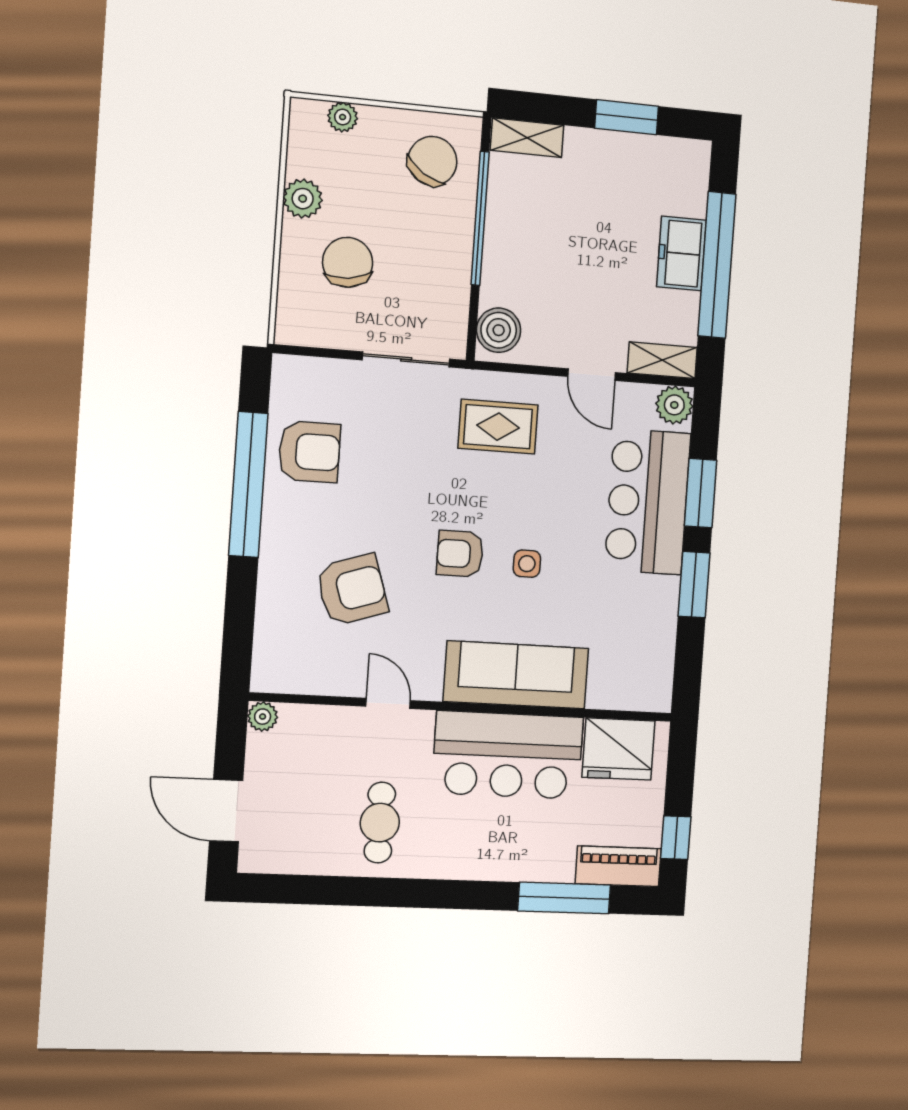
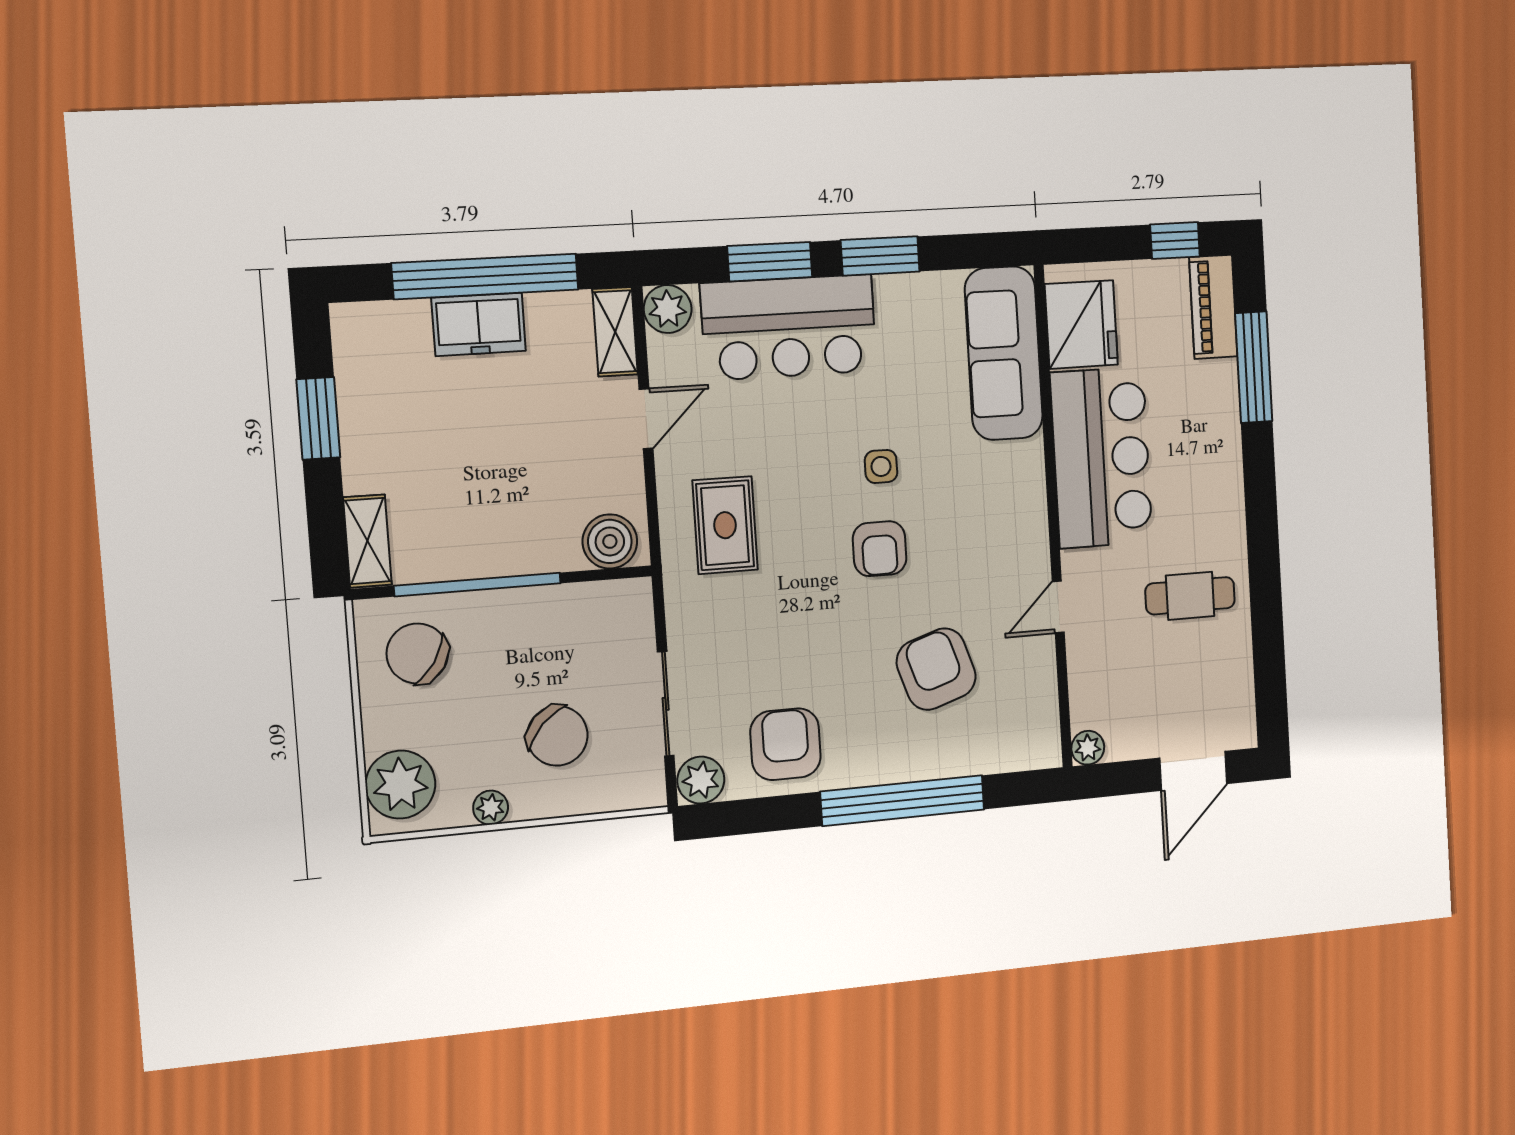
plant: (343, 117) -> (400, 785), width x1.88, depth x1.88
plant: (303, 199) -> (491, 808), width x0.73, depth x0.73
chair: (348, 262) -> (557, 736), turned -129
sliding door: (406, 359) -> (666, 704), moved
plant: (291, 376) -> (701, 780), added
window: (248, 484) -> (903, 801), moved
sofa: (516, 675) -> (1004, 353), moved

